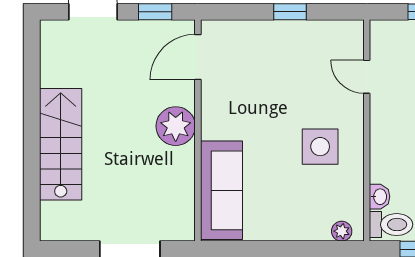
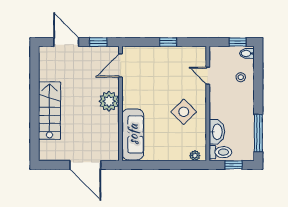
side table: (320, 147) -> (184, 112), turned 45
washbasin: (379, 197) -> (217, 132), width x1.91, depth x1.45

